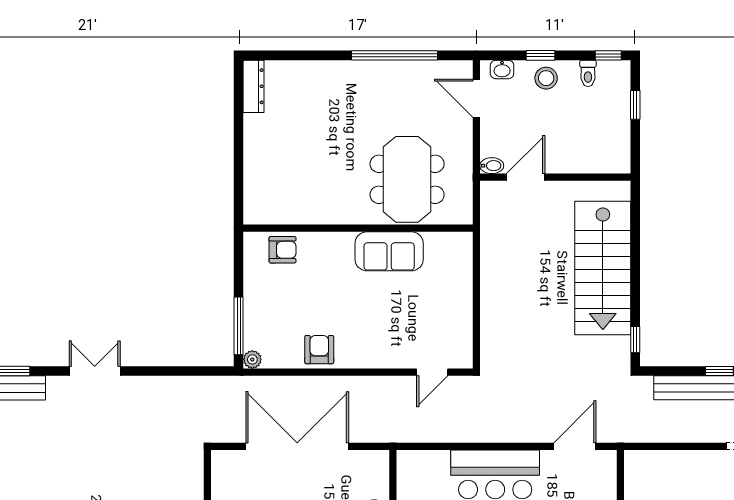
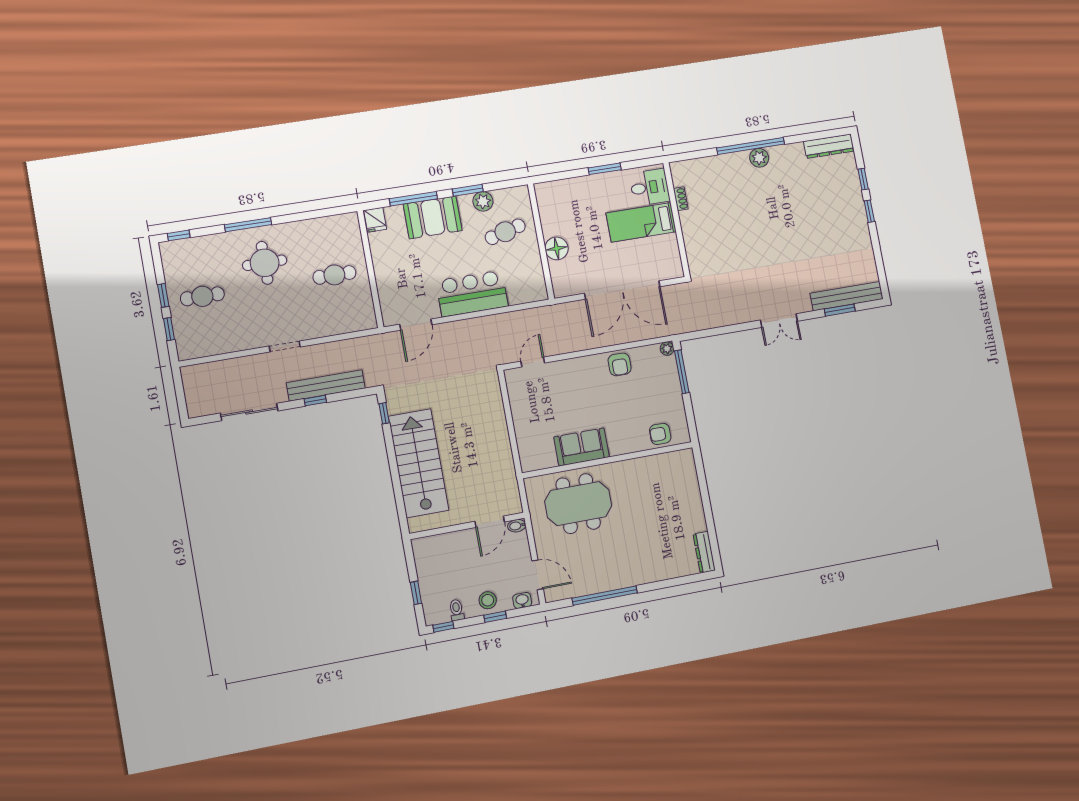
meeting table: (407, 179) -> (578, 504), turned 90

